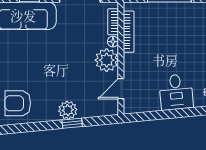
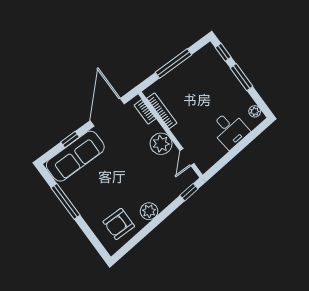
floor lamp: (113, 42) -> (156, 127), removed
plant: (68, 110) -> (149, 211), moved
window: (72, 123) -> (189, 192), moved

